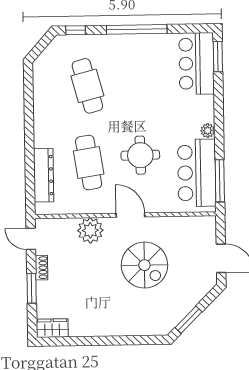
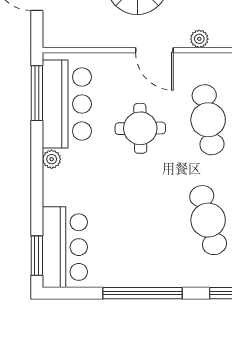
plant: (90, 230) -> (199, 39), width x0.53, depth x0.53

